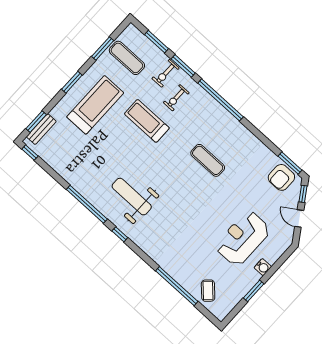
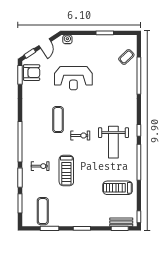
exercise bike: (166, 73) -> (80, 135), moved
treadmill: (95, 105) -> (118, 188), moved, width x0.73, depth x0.73
reception desk: (243, 238) -> (73, 78), moved
water cooler: (263, 267) -> (67, 39), moved

